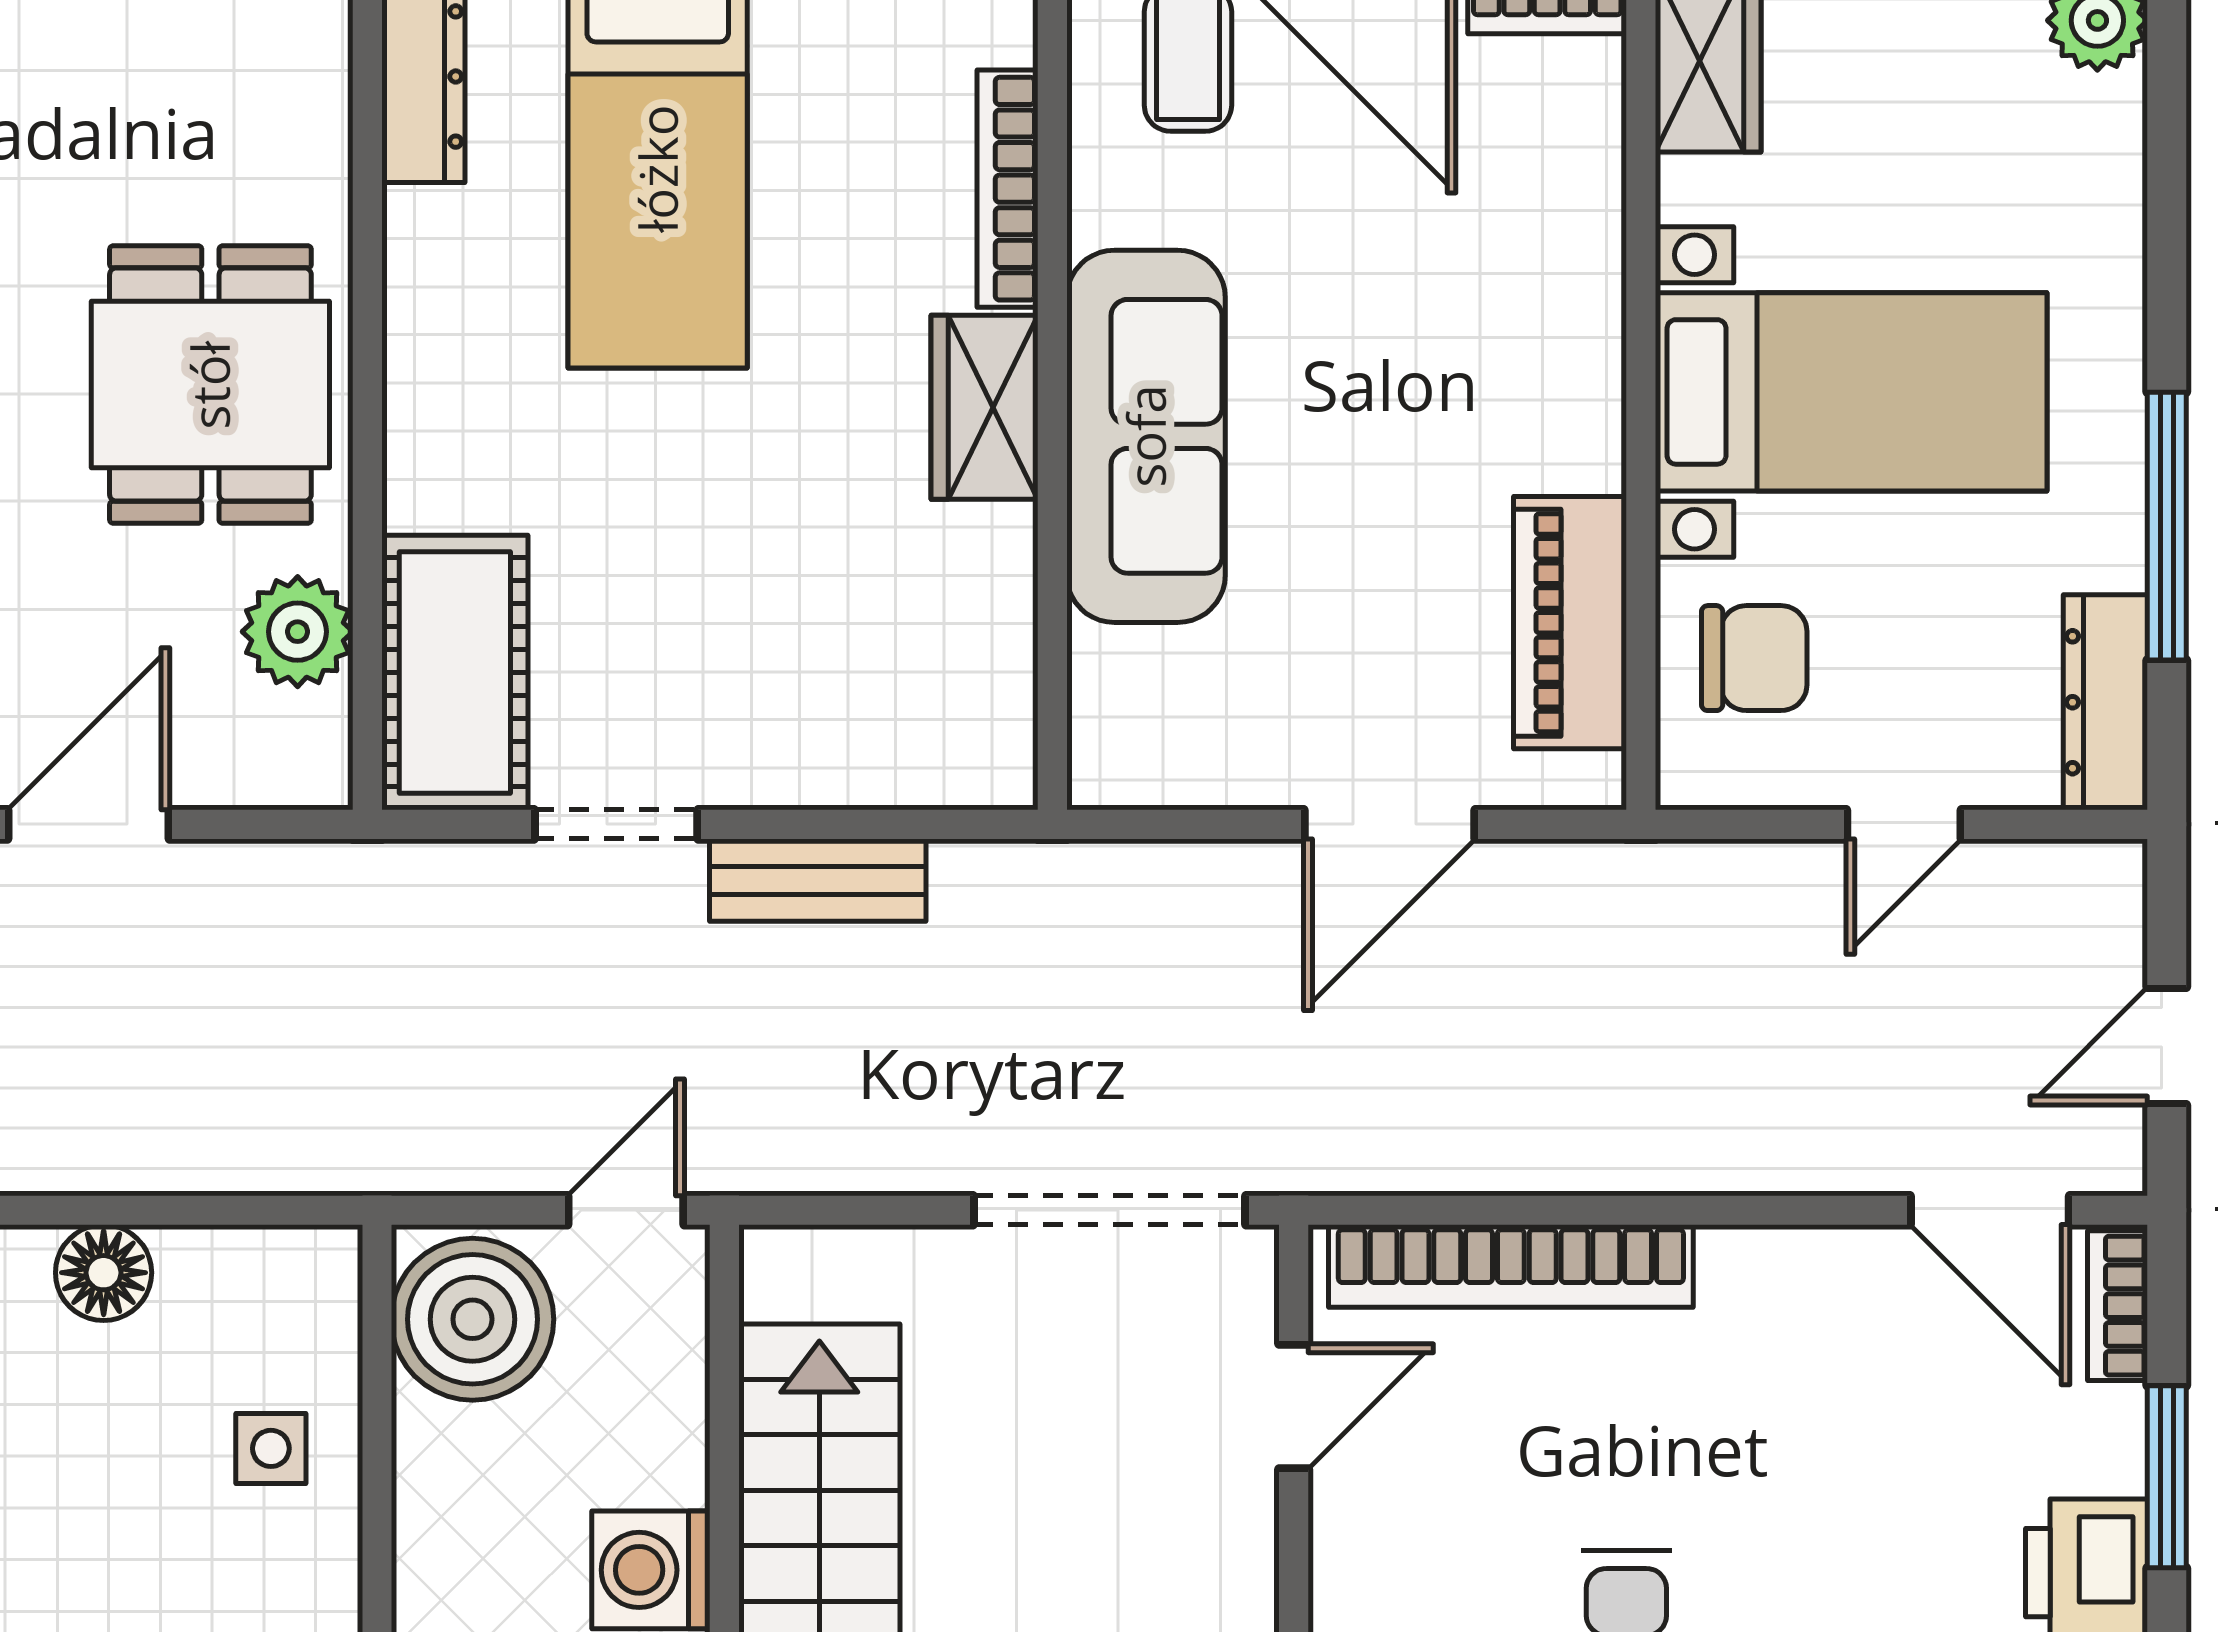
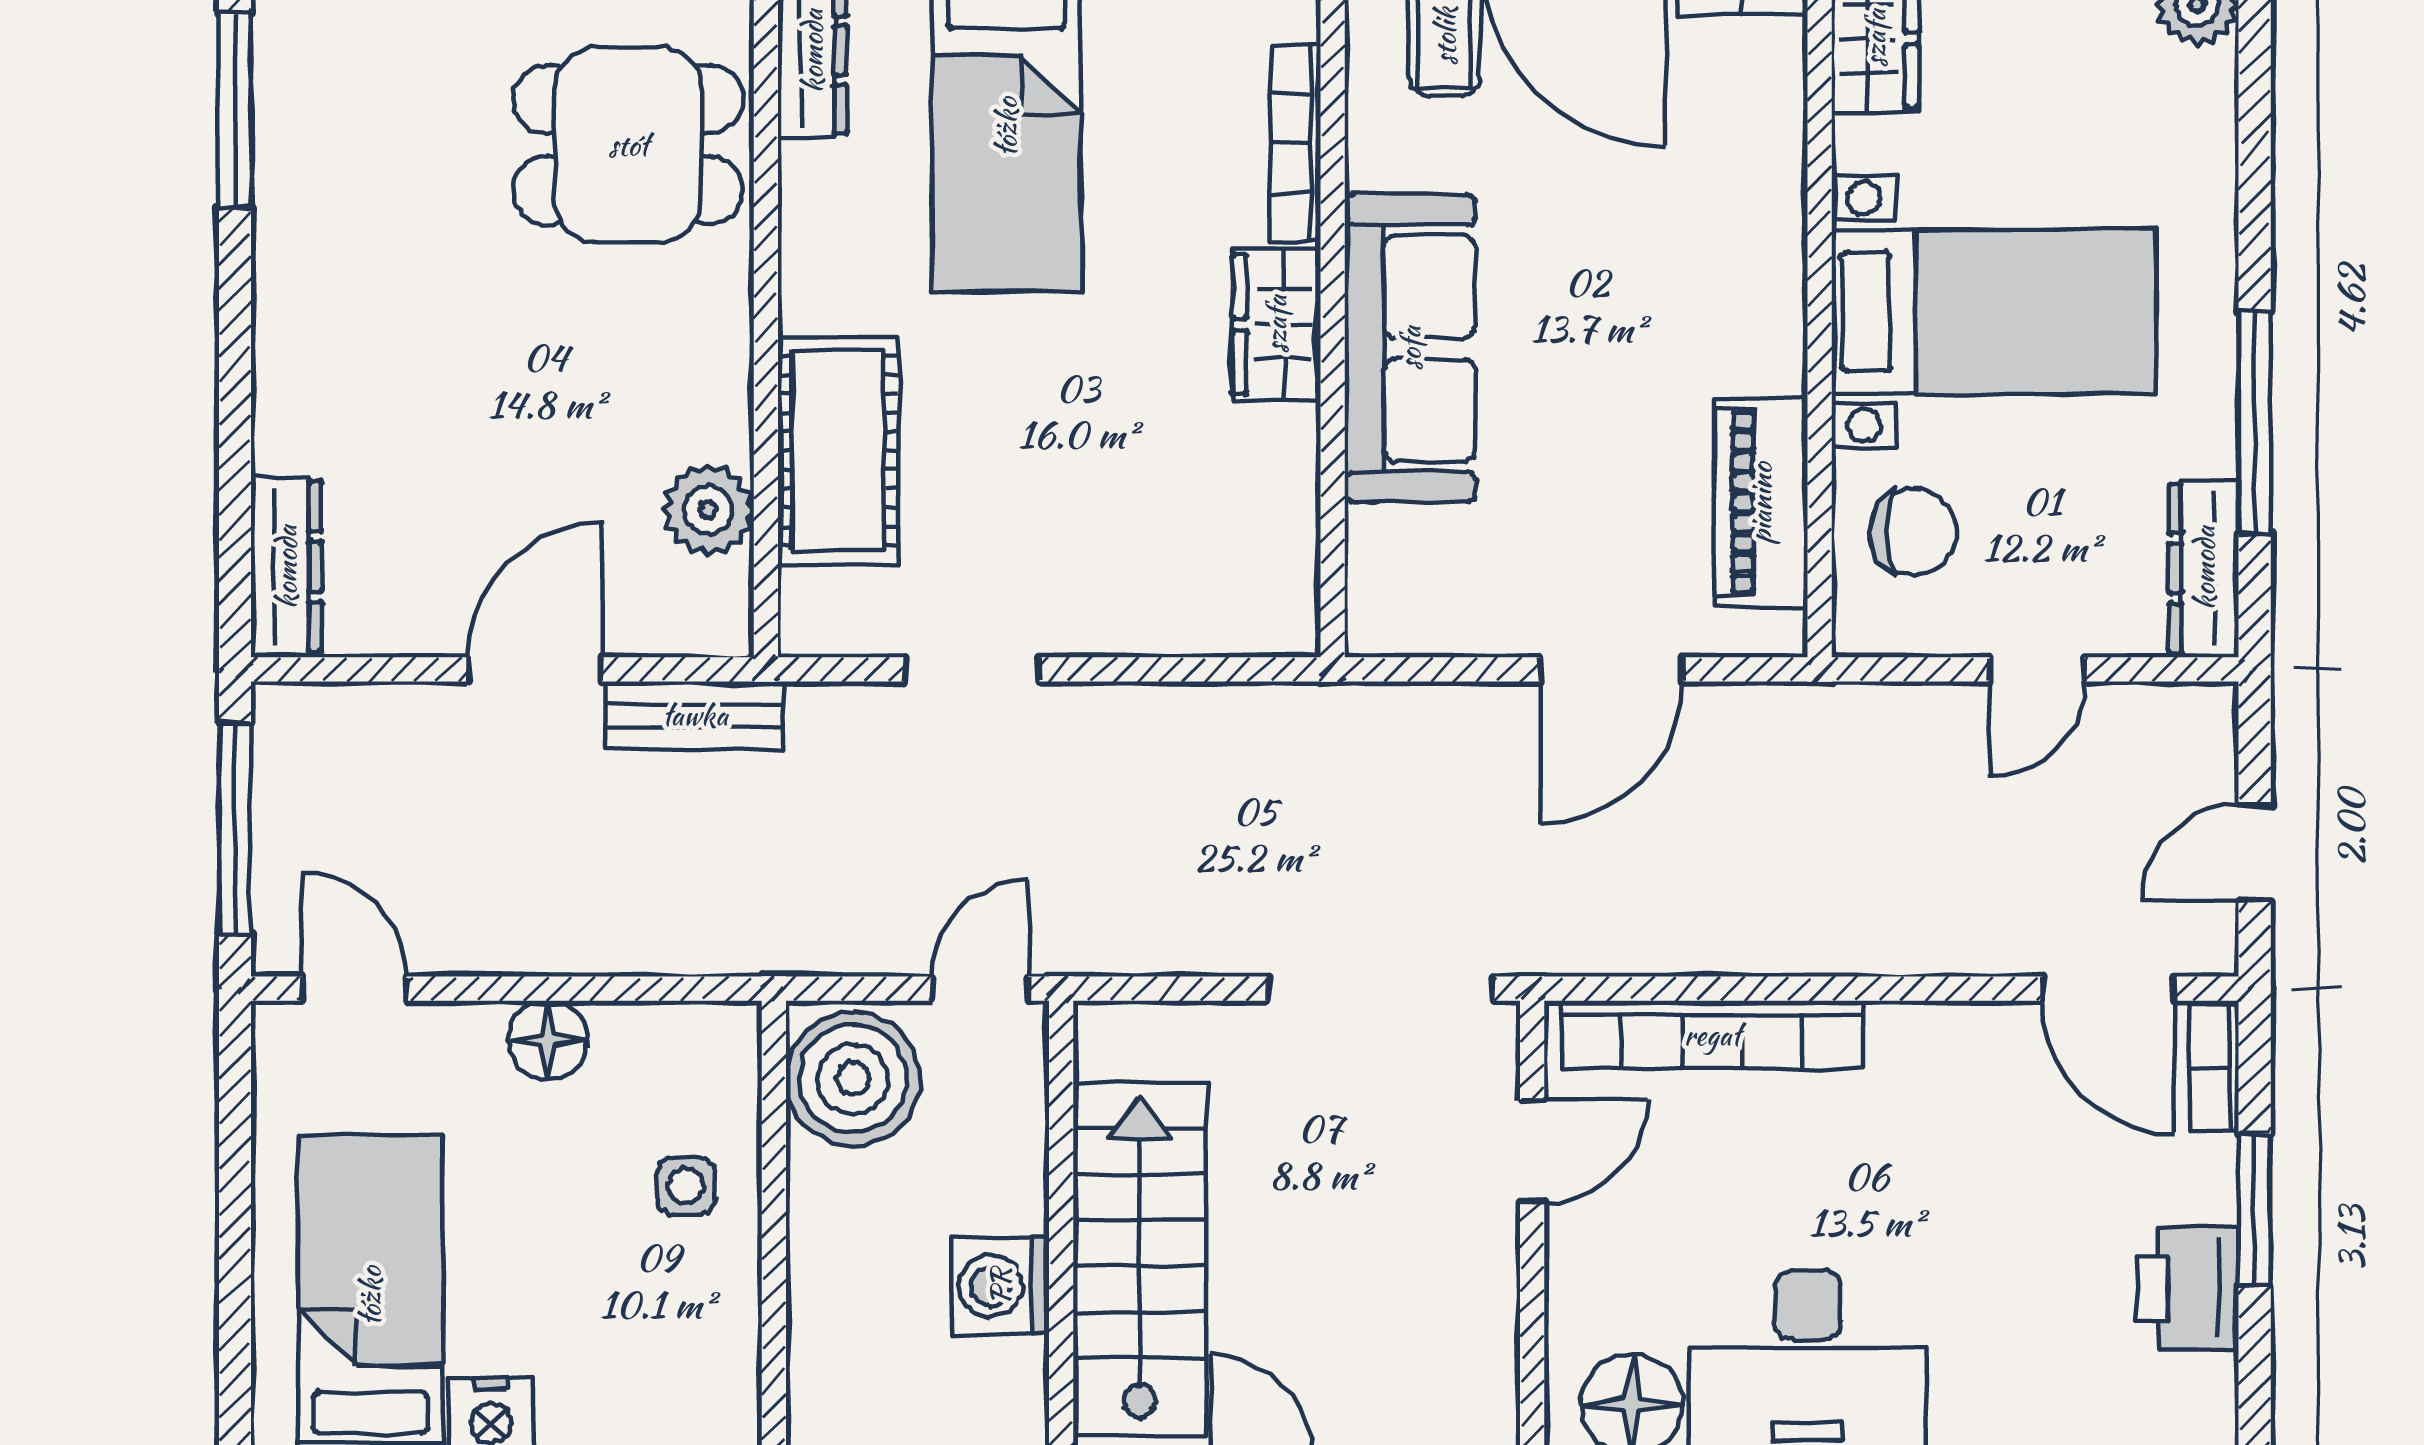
dining table: (210, 385) -> (628, 145), moved, turned 90
cot: (455, 672) -> (838, 450), moved
bench: (818, 880) -> (695, 715), moved

